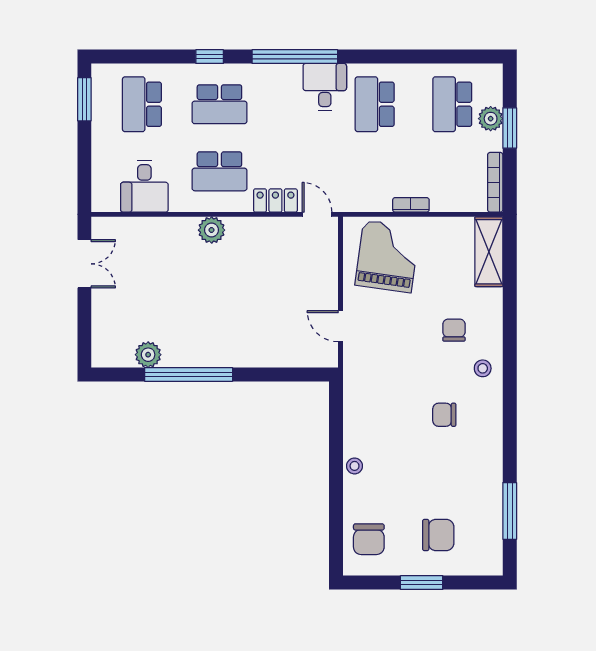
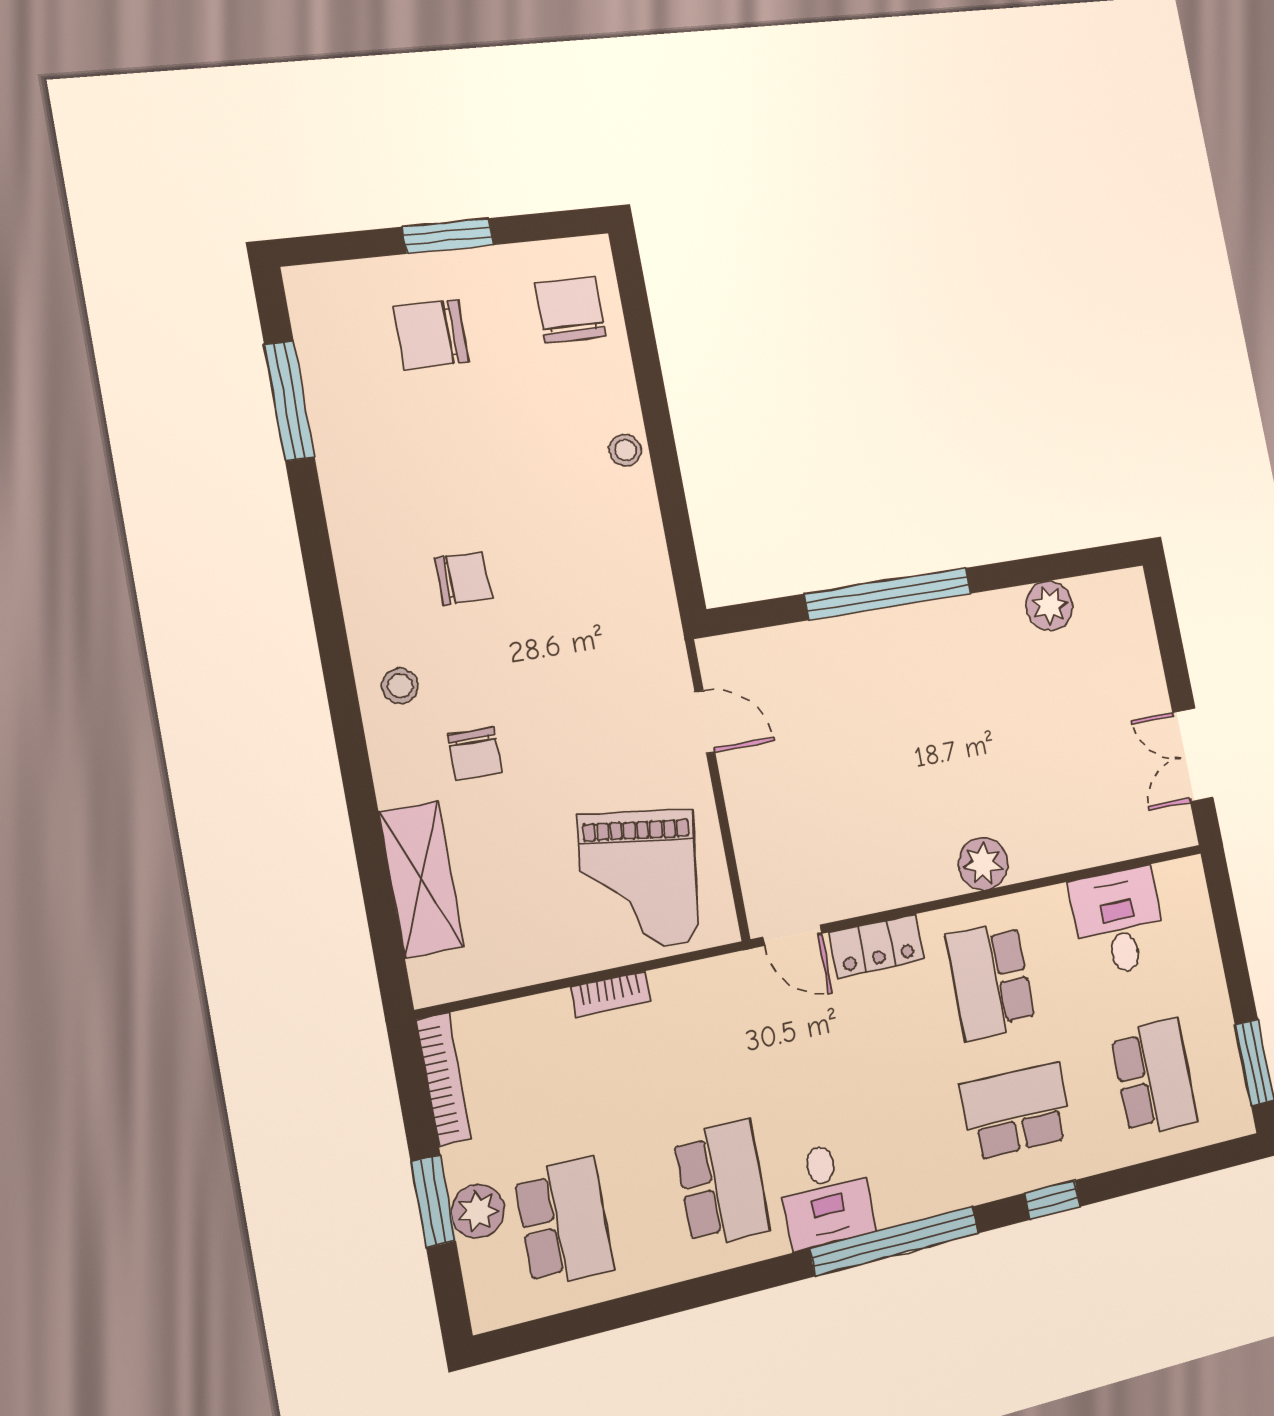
school desk: (219, 171) -> (991, 980), turned -90
shelving: (489, 252) -> (422, 879), moved
window: (189, 374) -> (888, 594), moved

